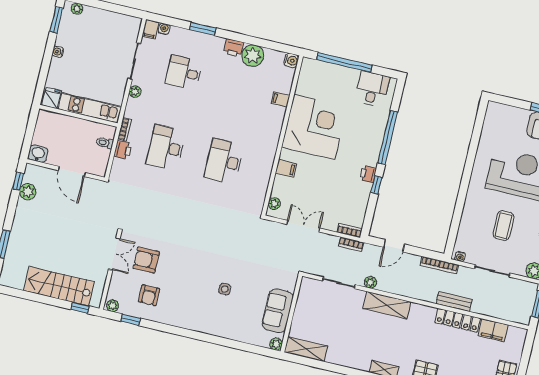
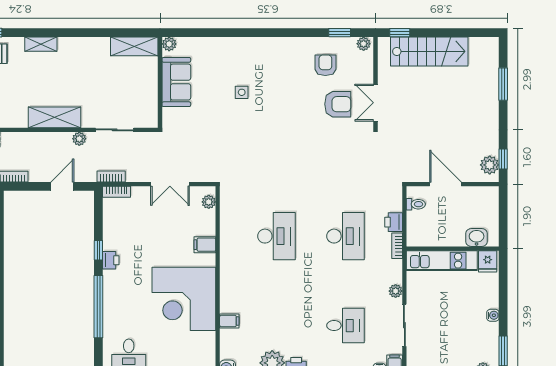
toilet: (105, 143) -> (416, 204), moved
washbasin: (38, 154) -> (477, 238), moved, turned 180
plant: (28, 192) -> (490, 165), moved

